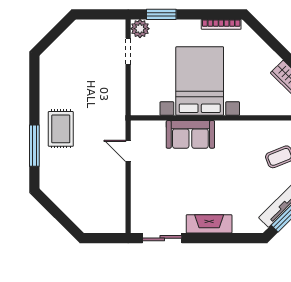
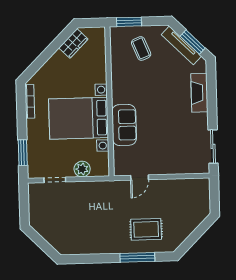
plant: (140, 29) -> (82, 169), moved
rug: (61, 129) -> (146, 229), moved
fireplace: (209, 224) -> (199, 93), moved

